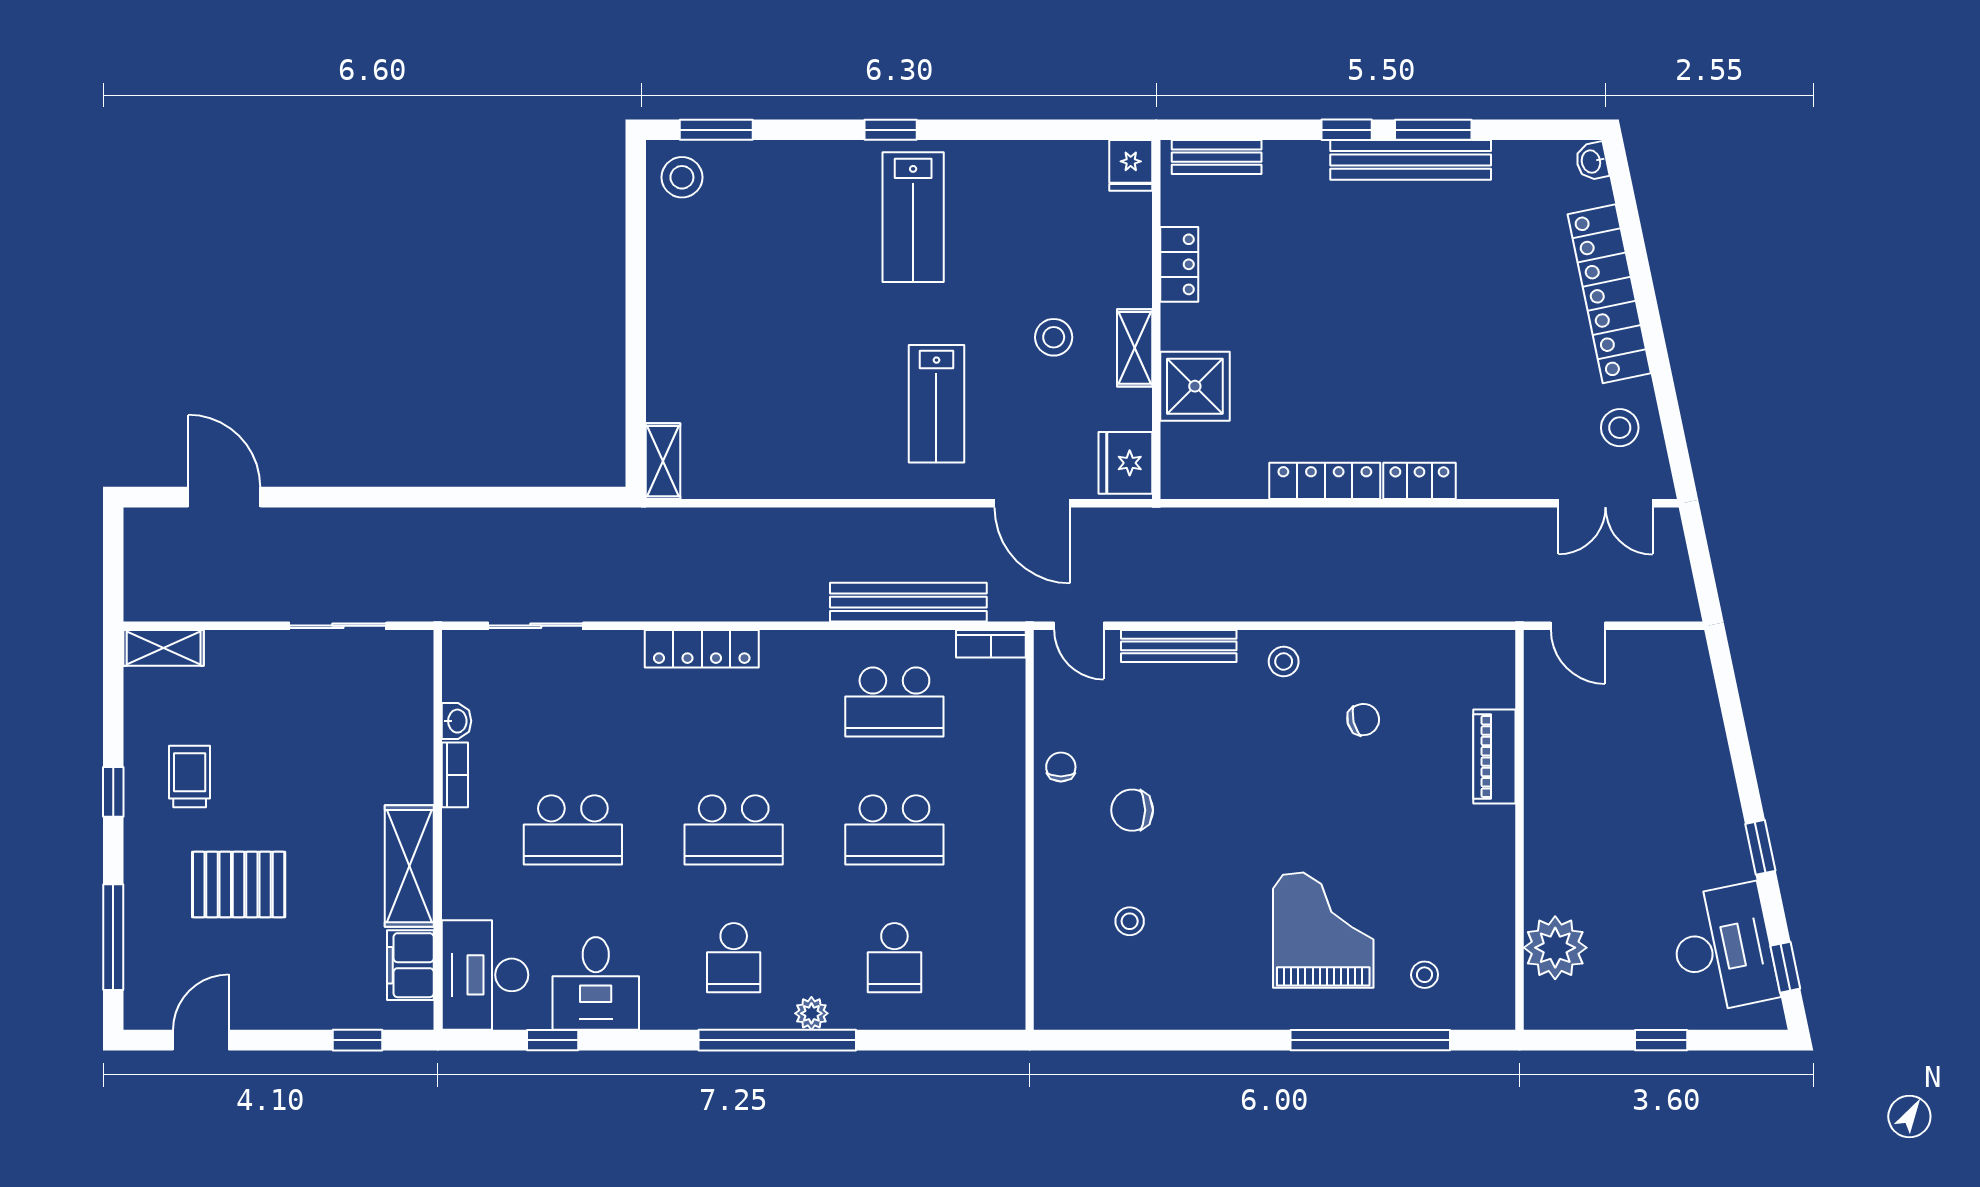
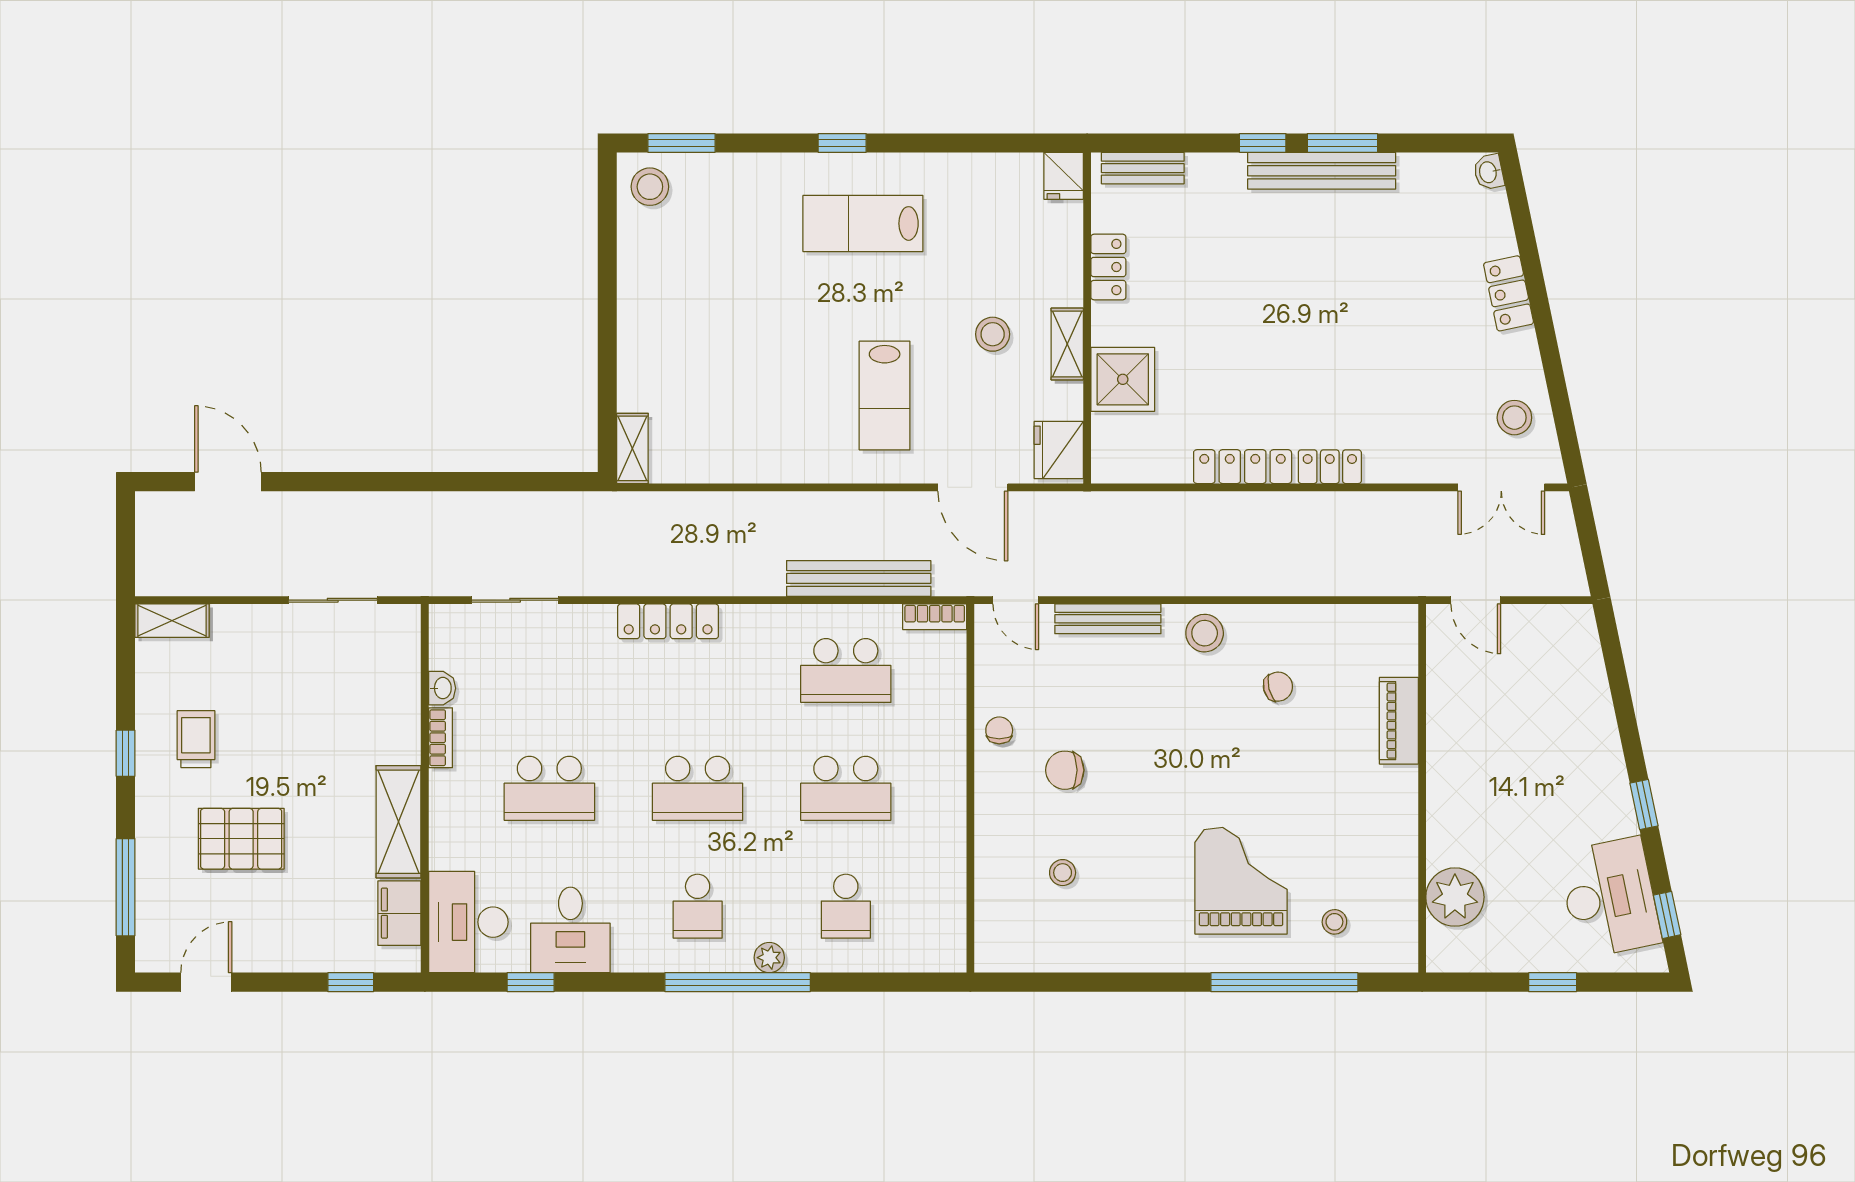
lab bench: (913, 217) -> (863, 223), turned 90
locker: (1609, 294) -> (1509, 293), width x0.46, depth x0.83
stool: (1284, 661) -> (1205, 633), width x1.37, depth x1.37

